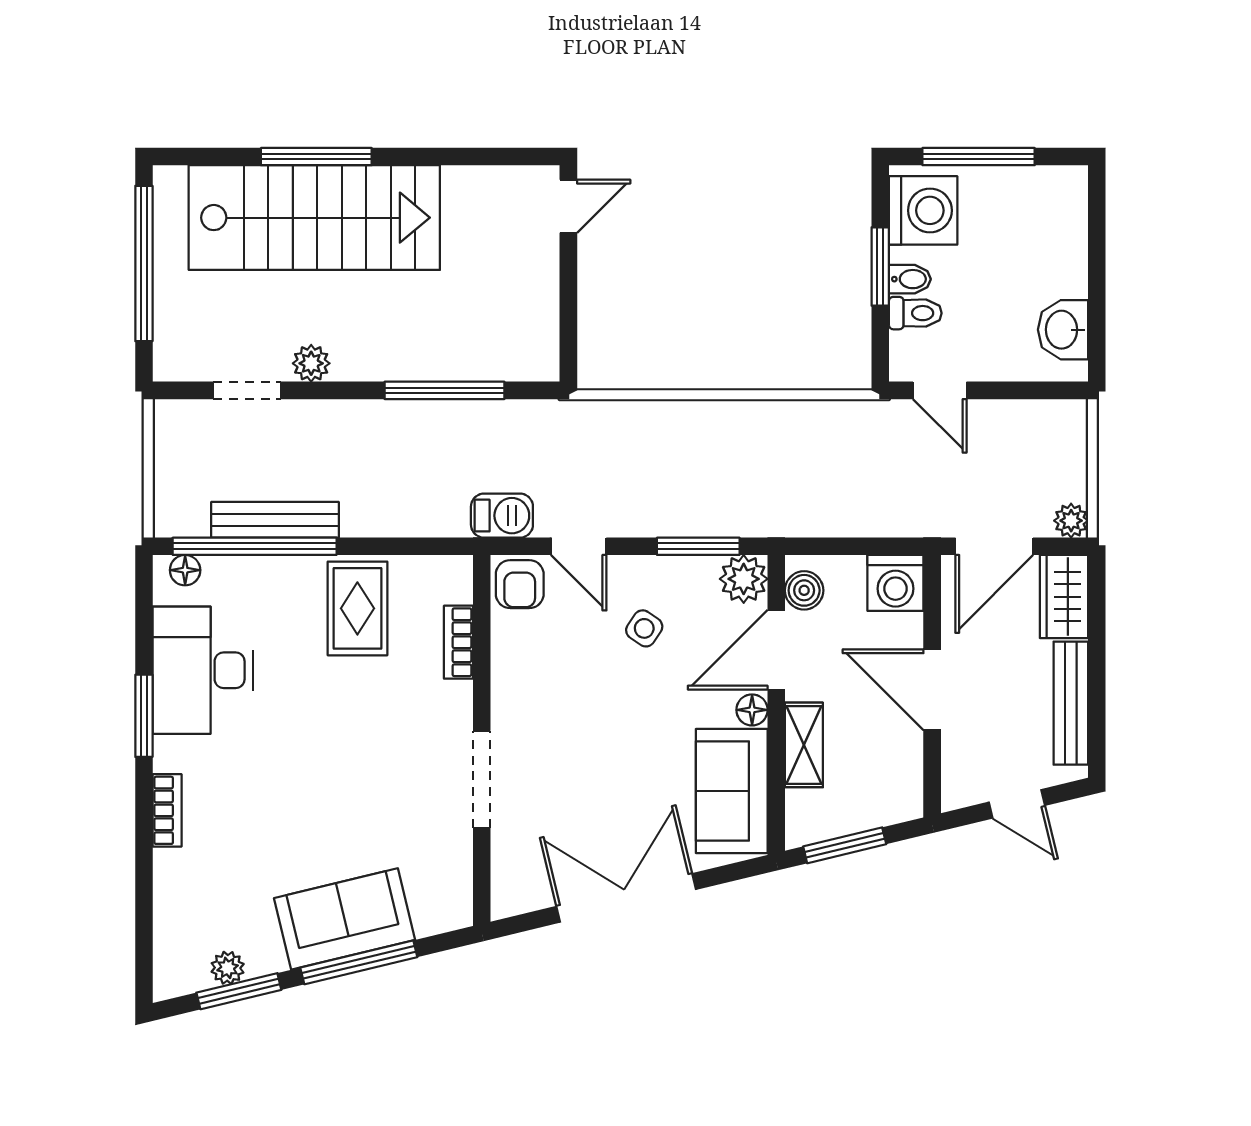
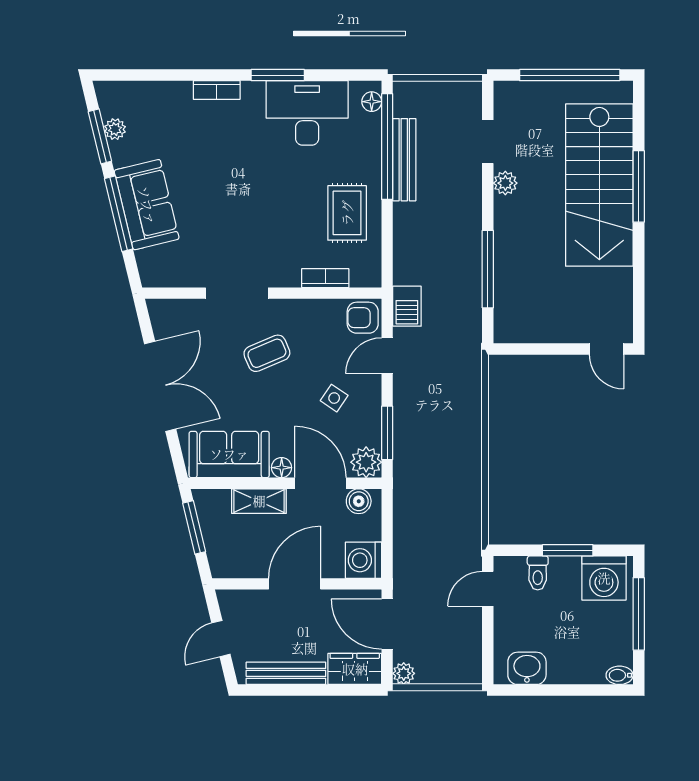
bidet: (910, 279) -> (620, 675), moved, turned 90
rug: (357, 608) -> (347, 213), turned 90
coffee table: (575, 733) -> (267, 353), added

